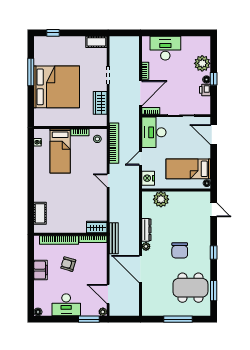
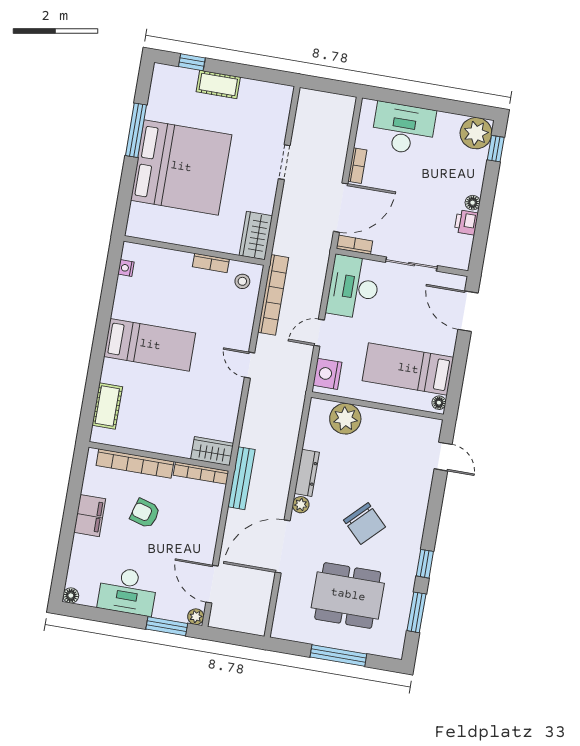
cot: (96, 42) -> (218, 84), moved
plant: (202, 63) -> (476, 133), moved
window: (214, 79) -> (496, 149), moved
wardrobe: (100, 103) -> (256, 236), moved
bed: (60, 151) -> (150, 345), moved, turned -90
chair: (180, 250) -> (365, 523), turned -45
window: (214, 253) -> (425, 564), moved
door: (140, 269) -> (283, 546), hinge flipped
dining table: (190, 288) -> (348, 595), moved

